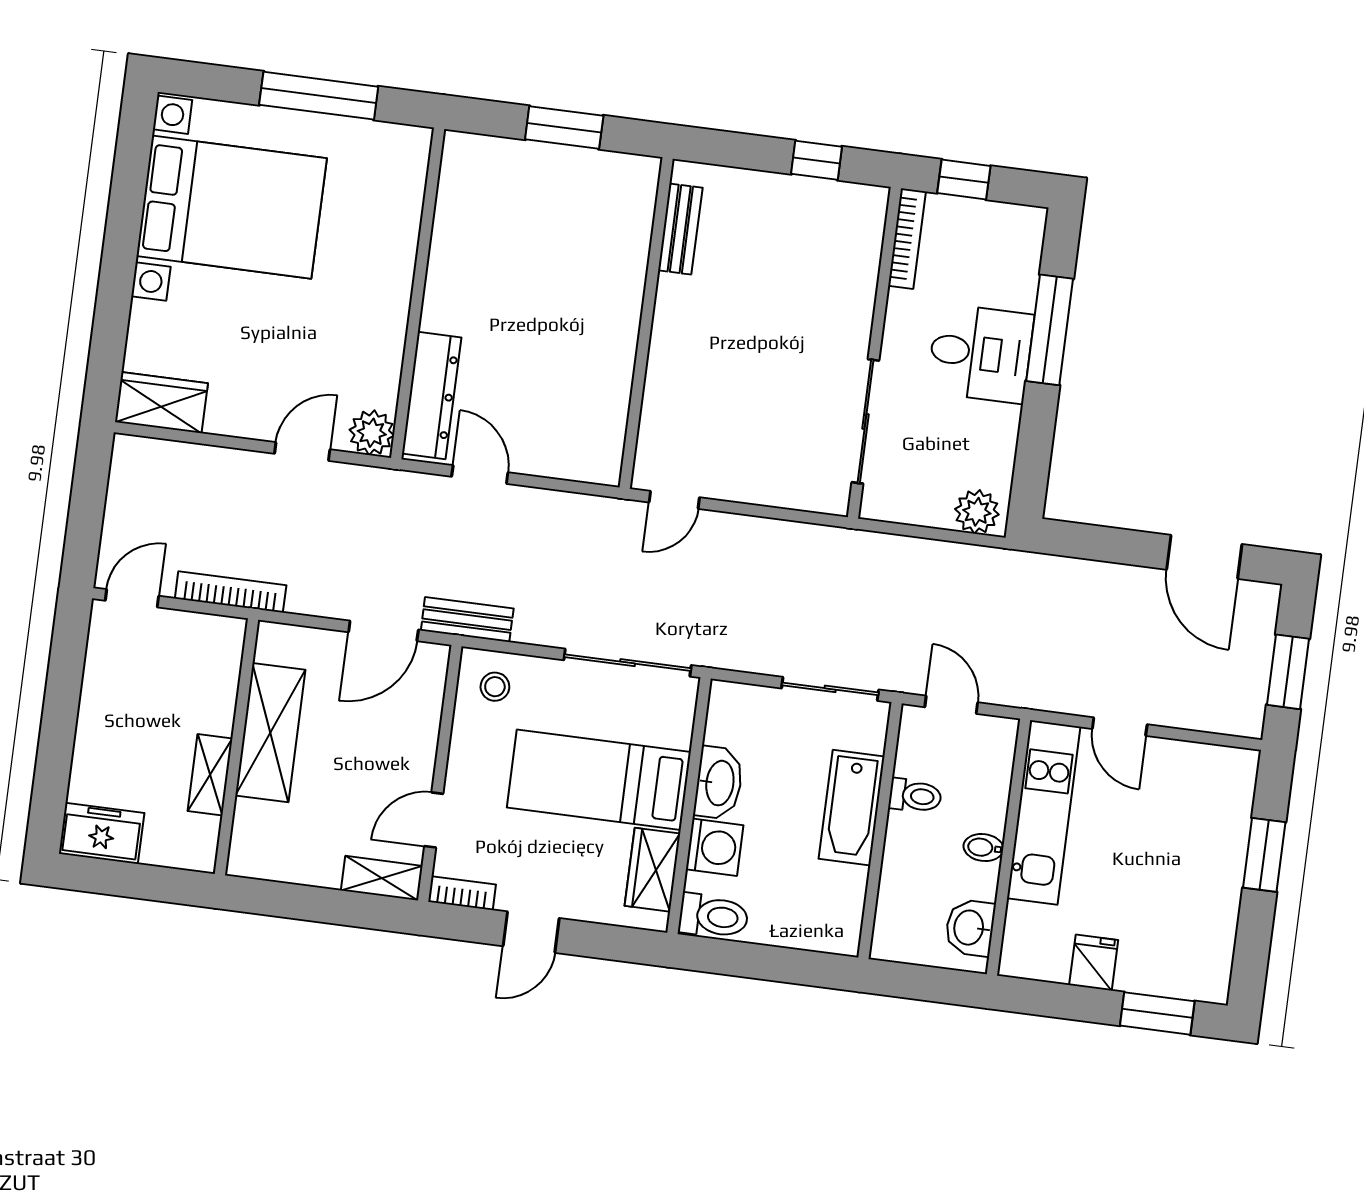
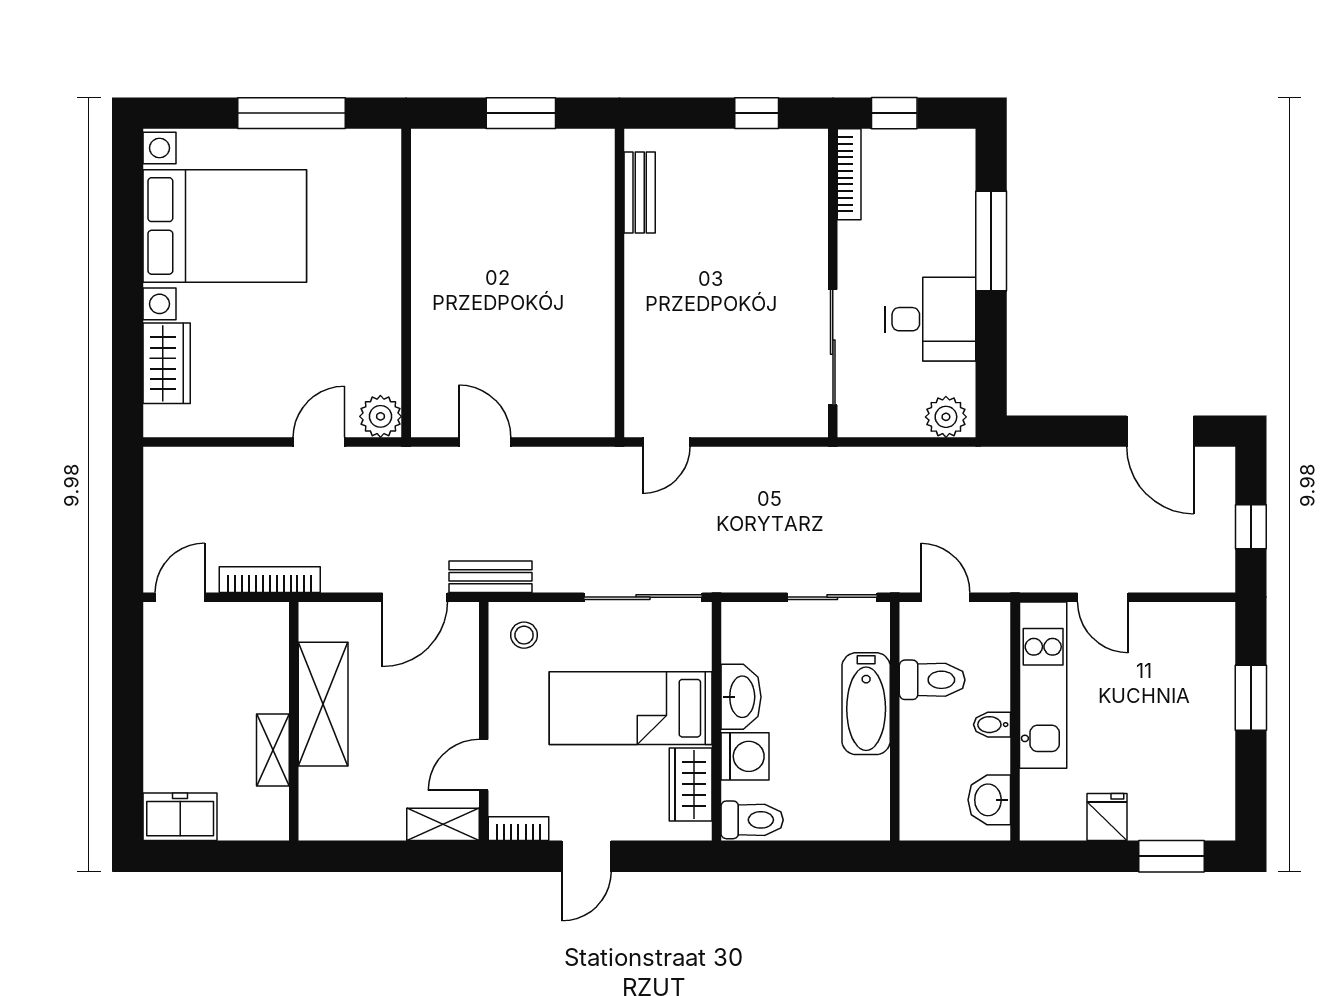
desk: (980, 353) -> (930, 319), moved
dresser: (432, 395) -> (431, 375), removed
wardrobe: (161, 403) -> (167, 363), moved, turned 90
window: (1288, 672) -> (1251, 527), width x0.67
toilet: (915, 796) -> (932, 680), width x1.37, depth x1.39

